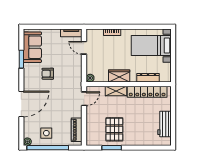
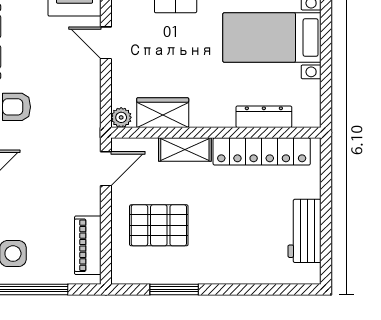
wardrobe: (119, 76) -> (163, 113), moved
pallet: (114, 129) -> (159, 225), moved, turned 90

